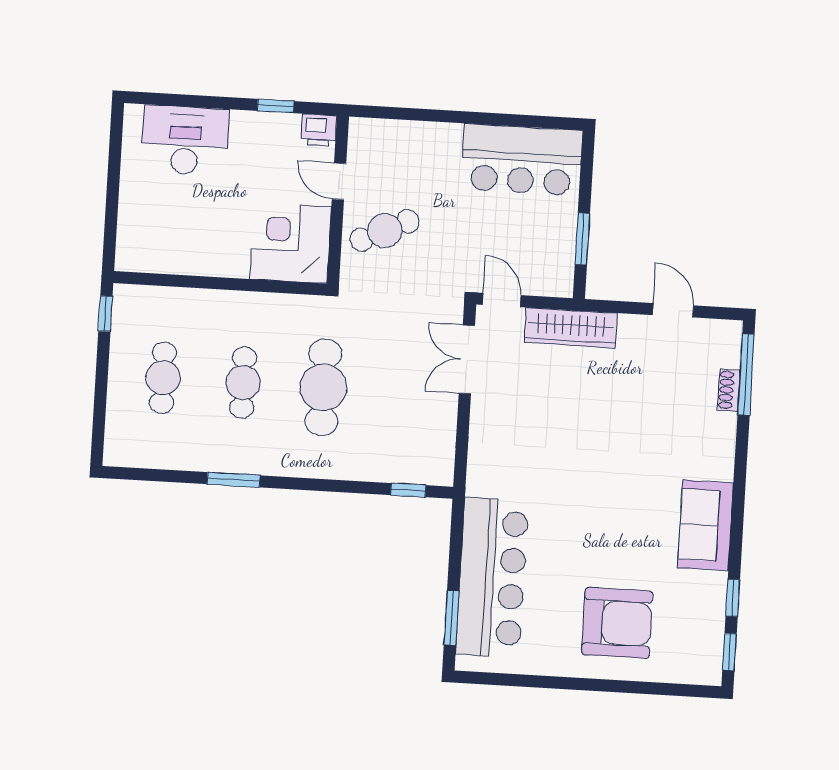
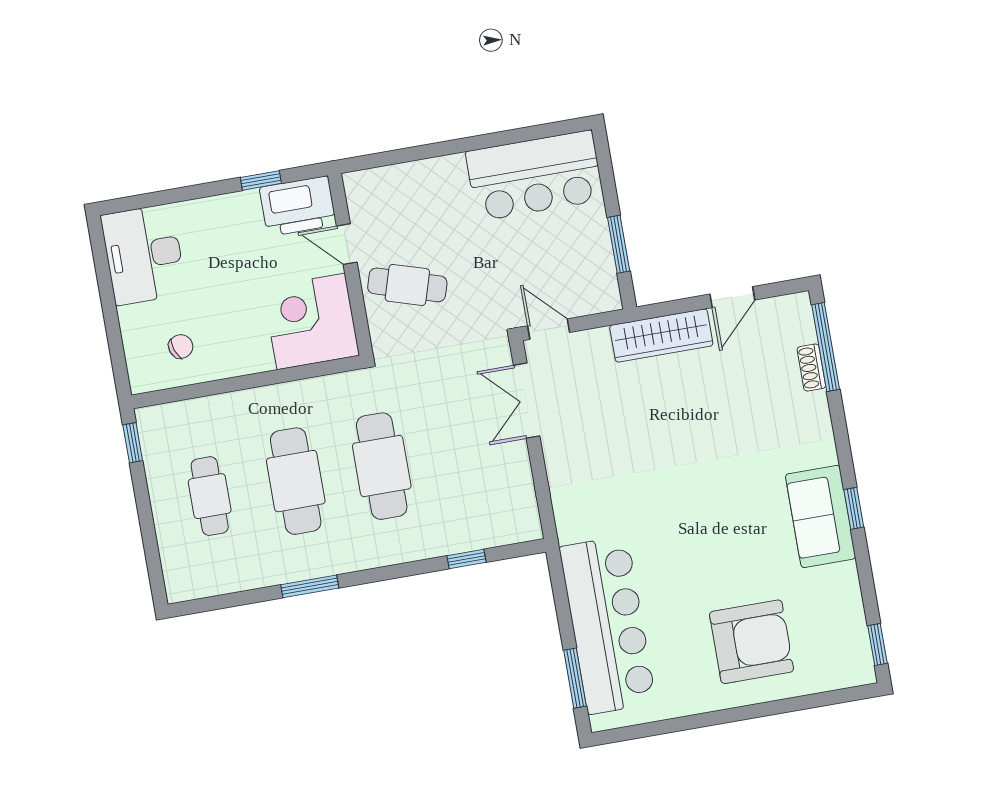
printer: (319, 130) -> (298, 206), width x1.87, depth x1.48
desk: (185, 140) -> (144, 255), moved, turned -90
cafe table: (385, 231) -> (407, 285), turned 42
chair: (169, 238) -> (181, 346), added
door: (673, 310) -> (732, 297), swing flipped
wardrobe: (571, 328) -> (661, 336), moved
cafe table: (243, 383) -> (296, 481), width x1.37, depth x1.35
window: (408, 490) -> (466, 559), moved
window: (733, 598) -> (854, 508), moved

